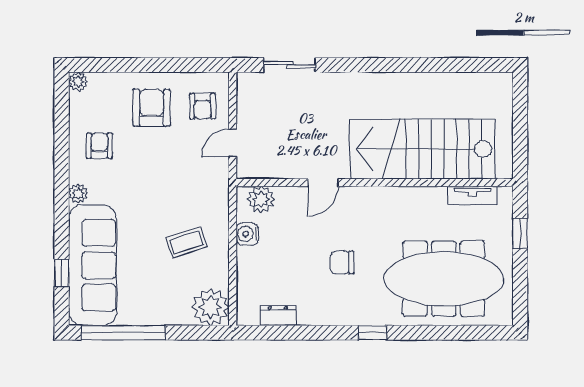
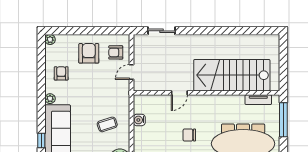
armchair: (203, 106) -> (116, 52), turned 90
plant: (261, 199) -> (147, 102), removed
window: (520, 233) -> (283, 120), width x2.17

